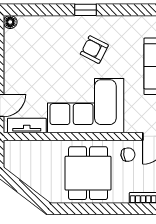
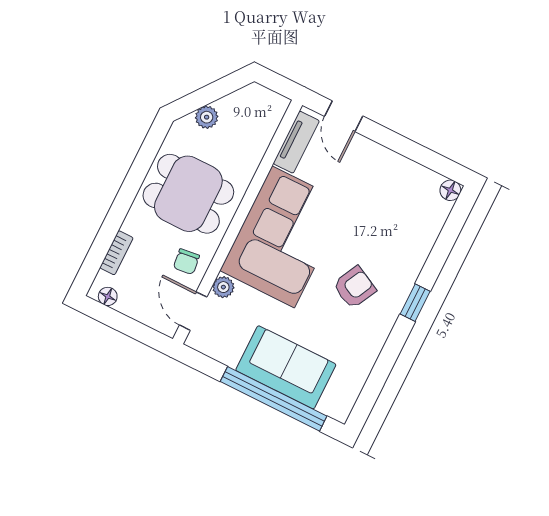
plant: (132, 126) -> (223, 287), added
plant: (38, 185) -> (207, 117), added

